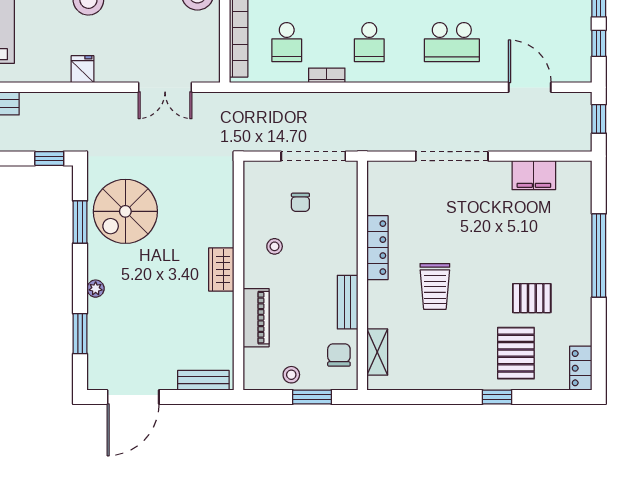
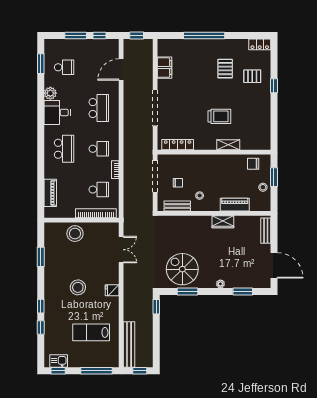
spiral stairs: (125, 211) -> (182, 269), turned 180
locker: (378, 248) -> (178, 145), moved
wardrobe: (221, 269) -> (223, 222), moved
bench: (348, 302) -> (177, 206), moved
shelving: (377, 352) -> (228, 145), moved
pallet: (516, 353) -> (252, 76), width x0.67, depth x0.71

